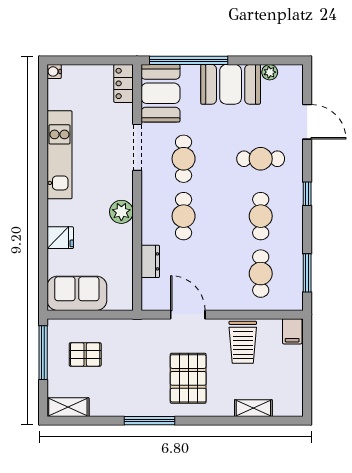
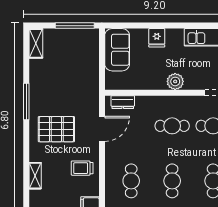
cafe table: (261, 216) -> (172, 181), turned 90
dresser: (150, 261) -> (123, 102), moved
cafe table: (261, 274) -> (131, 181), turned 90
trolley: (243, 342) -> (82, 168), width x0.73, depth x0.72
pallet: (85, 354) -> (73, 56), removed

